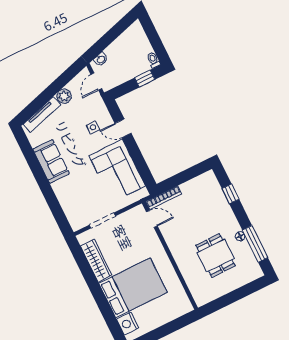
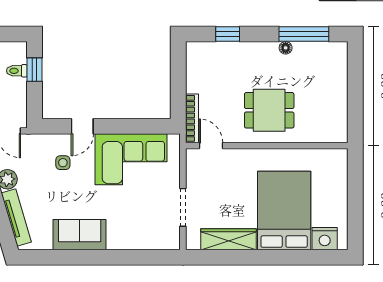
toilet: (153, 60) -> (17, 71), moved
door: (152, 219) -> (211, 146), hinge flipped
dining table: (216, 256) -> (269, 110), moved

